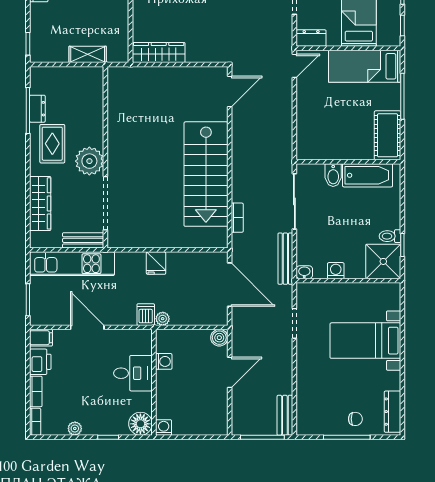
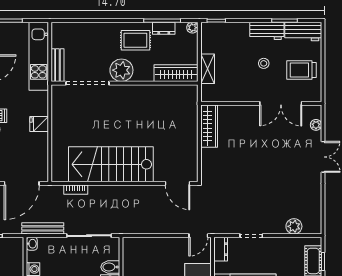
door: (294, 66) -> (198, 236), hinge flipped
plant: (37, 73) -> (192, 28), added
wardrobe: (40, 203) -> (176, 73), moved, turned 180

